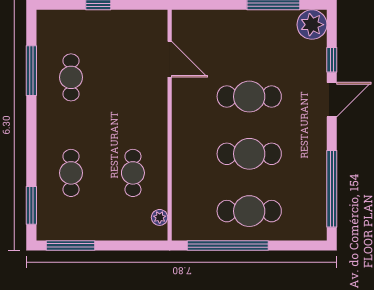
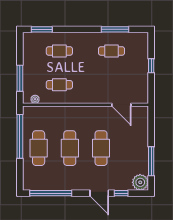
door: (170, 59) -> (121, 105), hinge flipped
window: (70, 246) -> (20, 78), moved

